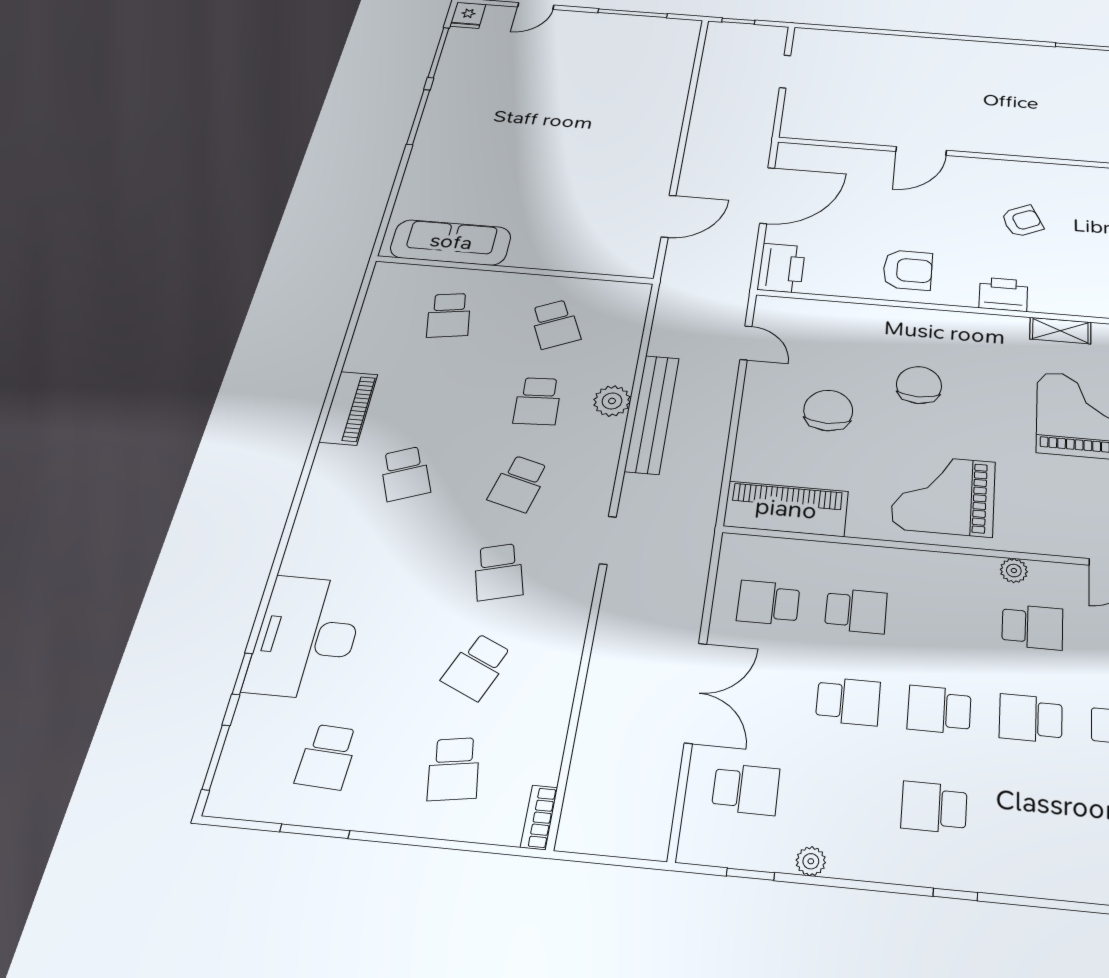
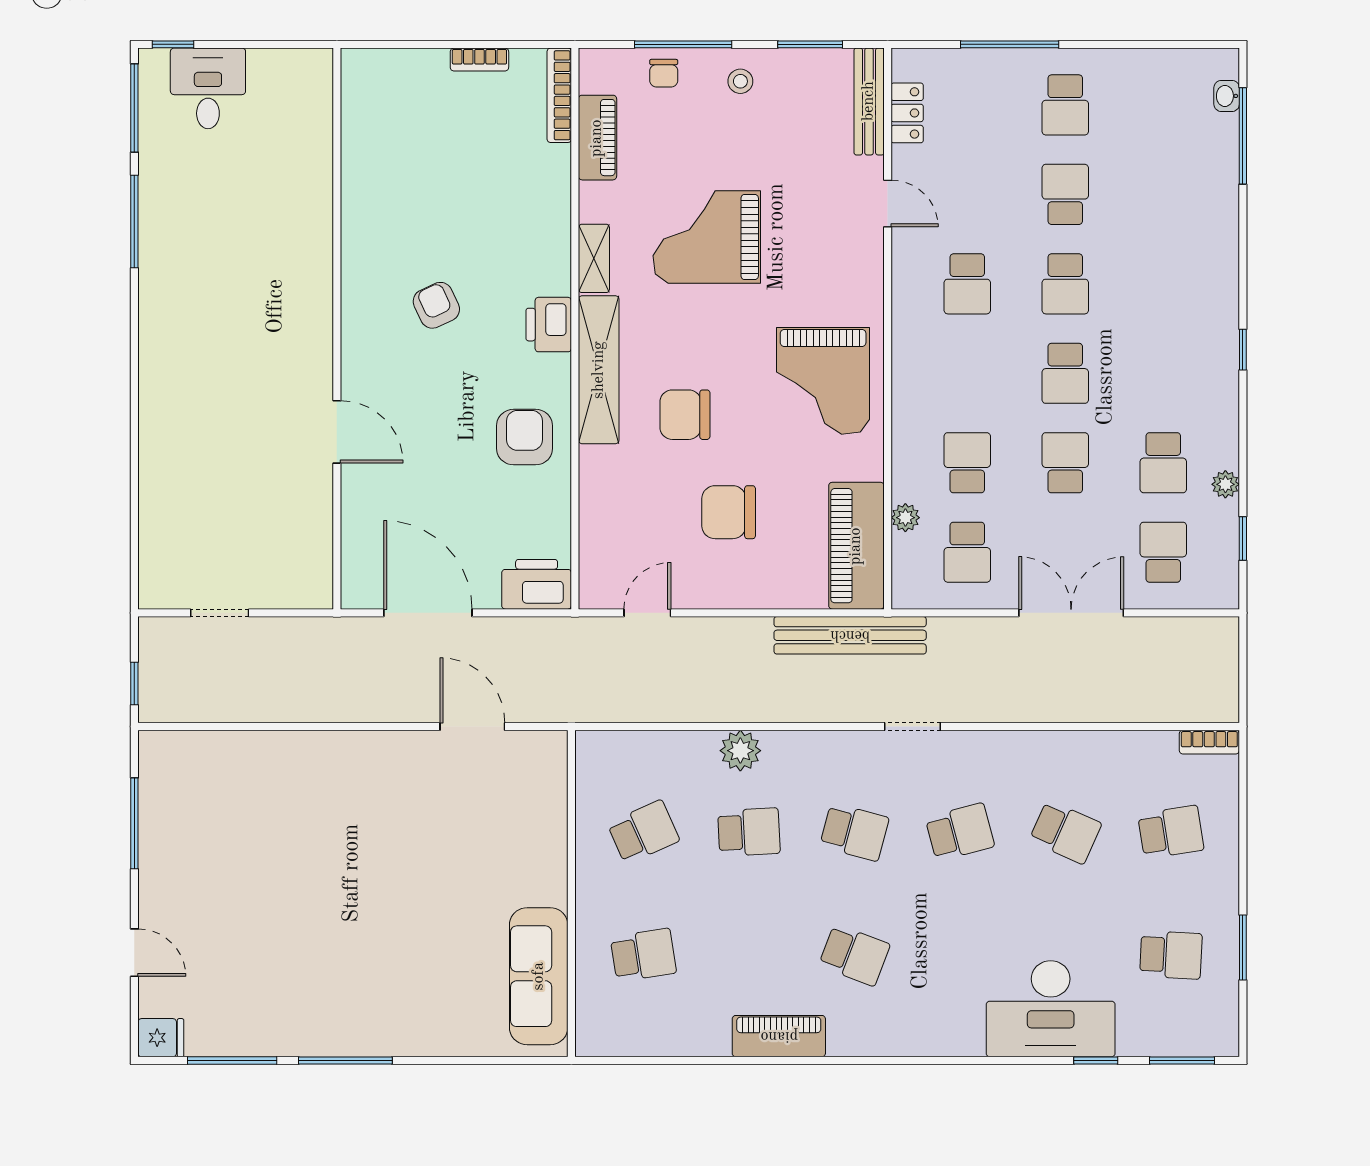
shelving: (963, 326) -> (599, 370), added
bench: (652, 414) -> (850, 635), moved
school desk: (405, 474) -> (854, 955), turned 42
plant: (1014, 571) -> (905, 518), moved
school desk: (1032, 627) -> (967, 284), turned 180
school desk: (934, 807) -> (1163, 463), moved

